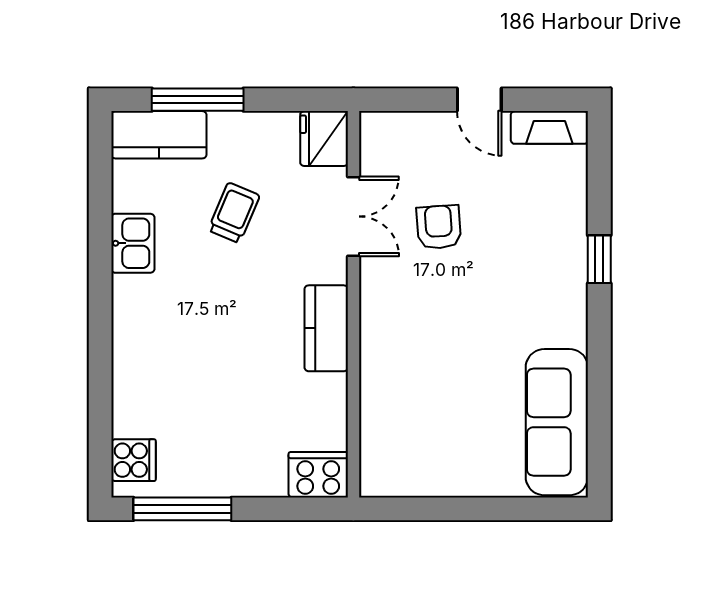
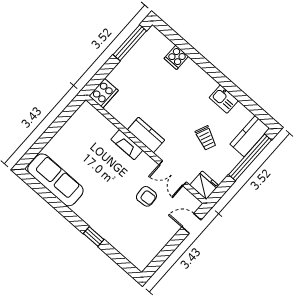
window: (198, 100) -> (250, 157), width x1.46
door: (479, 100) -> (191, 223), moved
fireplace: (549, 127) -> (127, 145), moved, turned -90
cooker: (133, 460) -> (176, 57), moved

